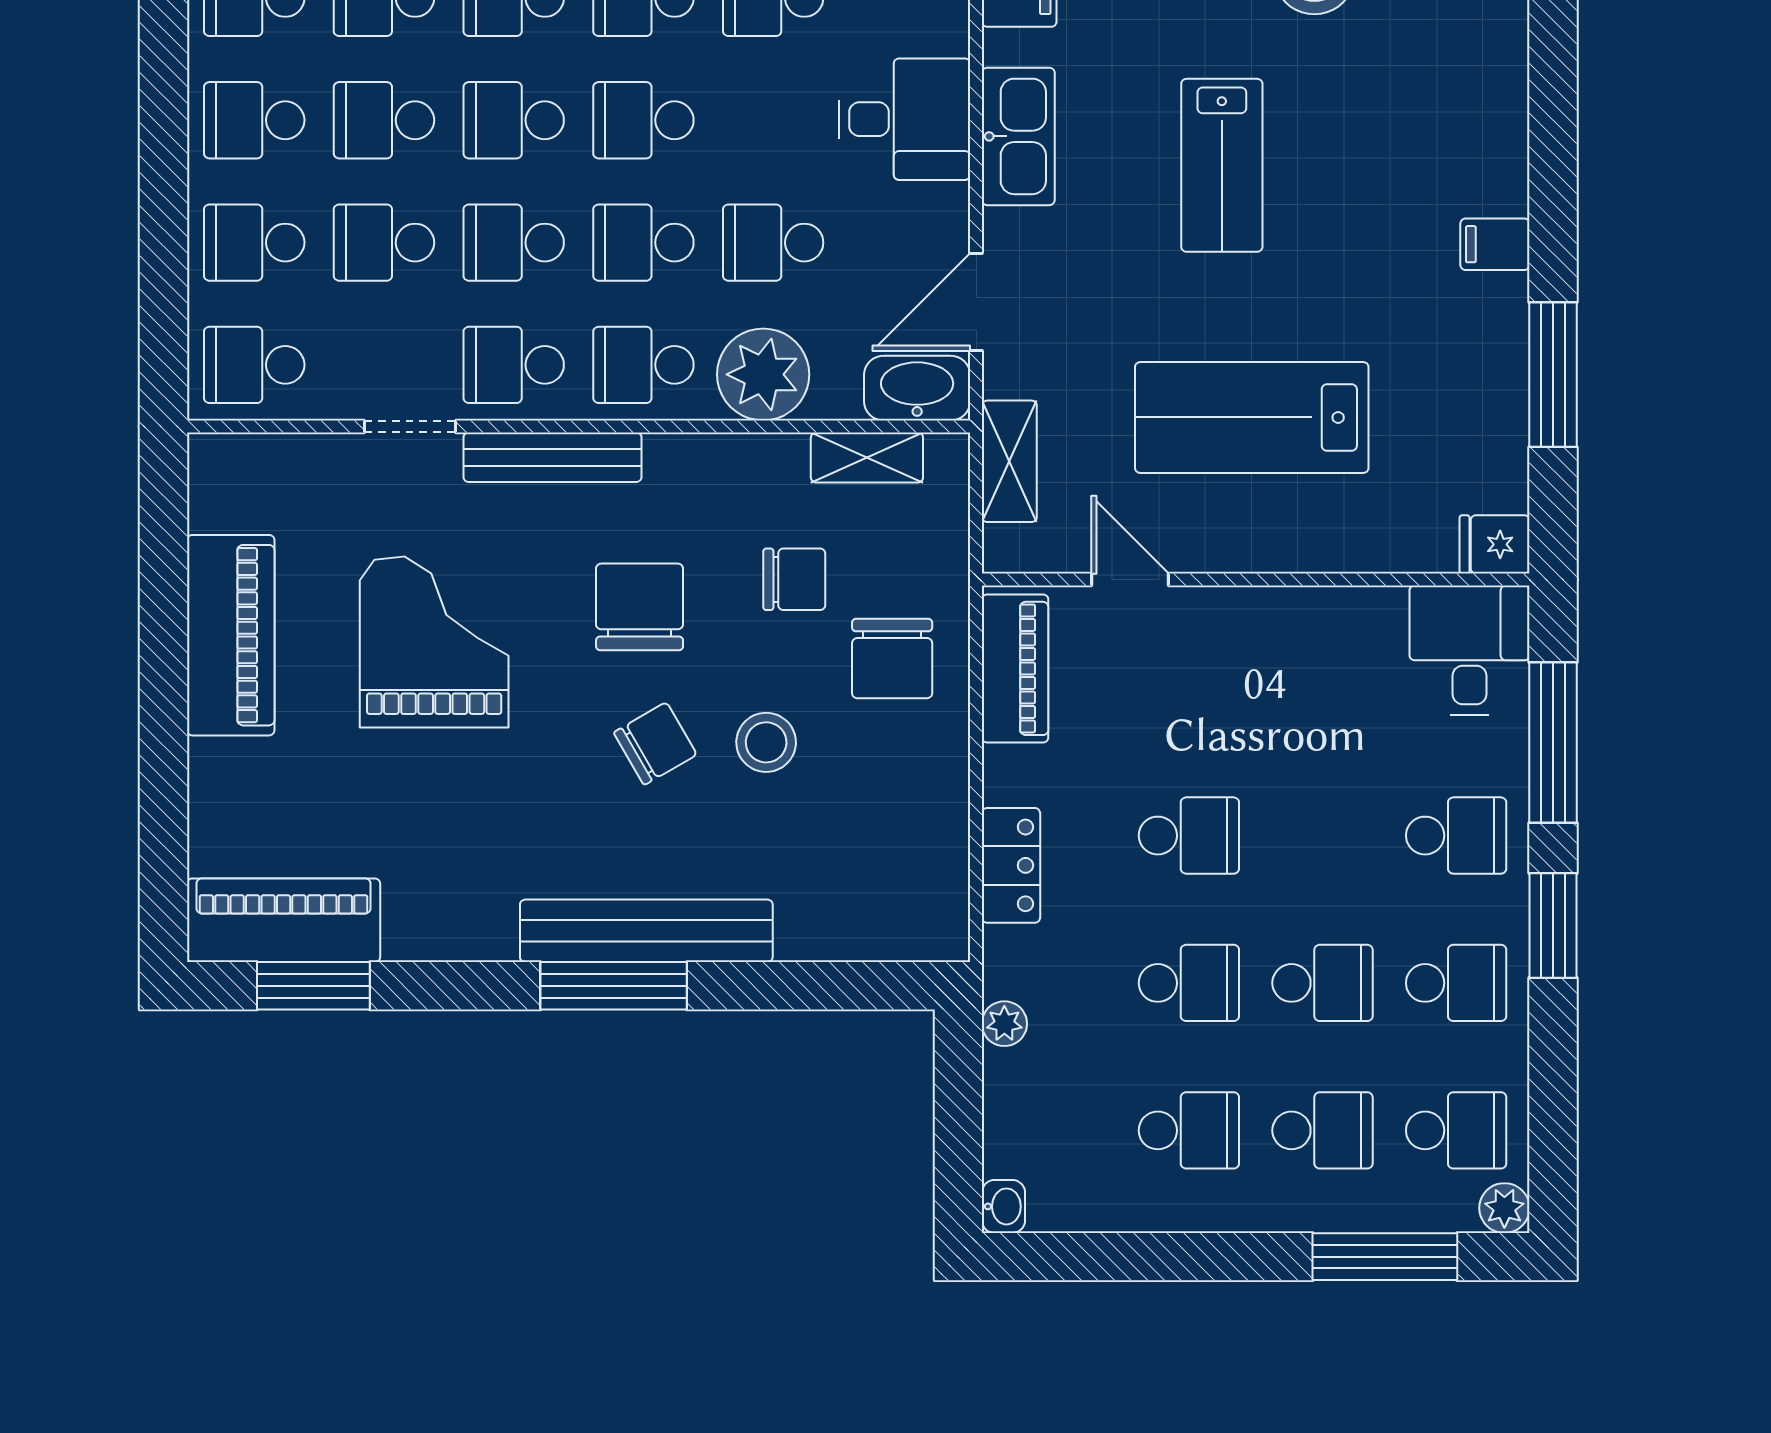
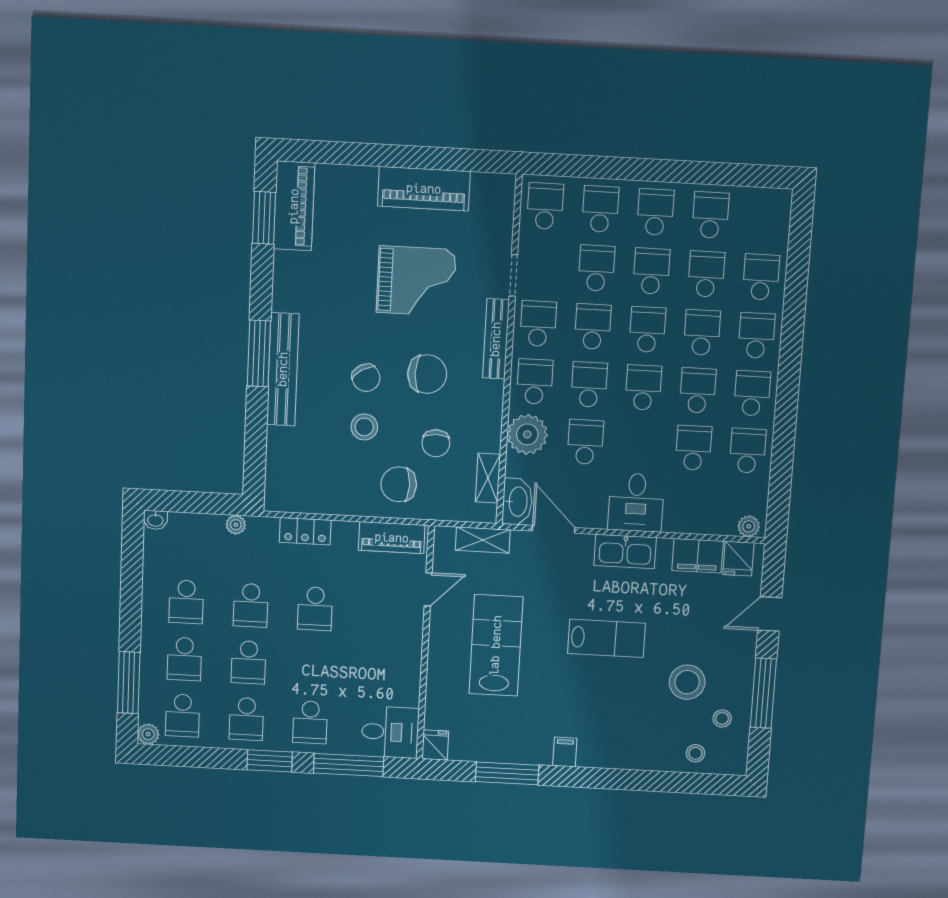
lab bench: (1222, 165) -> (607, 638), turned 180

